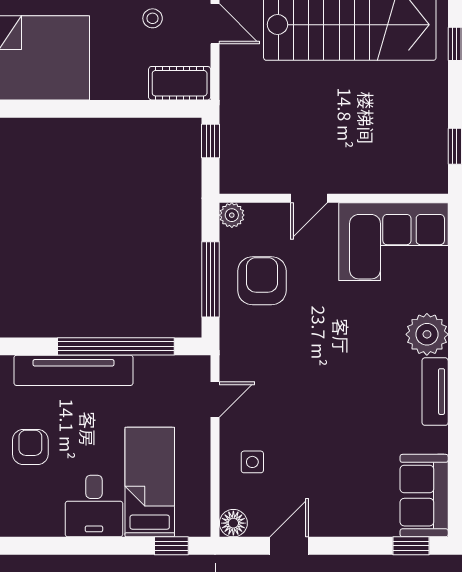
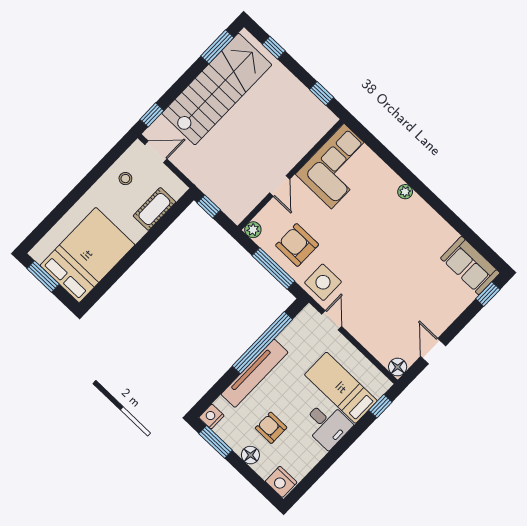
cot: (180, 83) -> (154, 209), moved
plant: (427, 334) -> (405, 192), width x0.53, depth x0.53
tv unit: (435, 392) -> (427, 214), removed
side table: (252, 462) -> (323, 282), moved, width x1.87, depth x1.87

